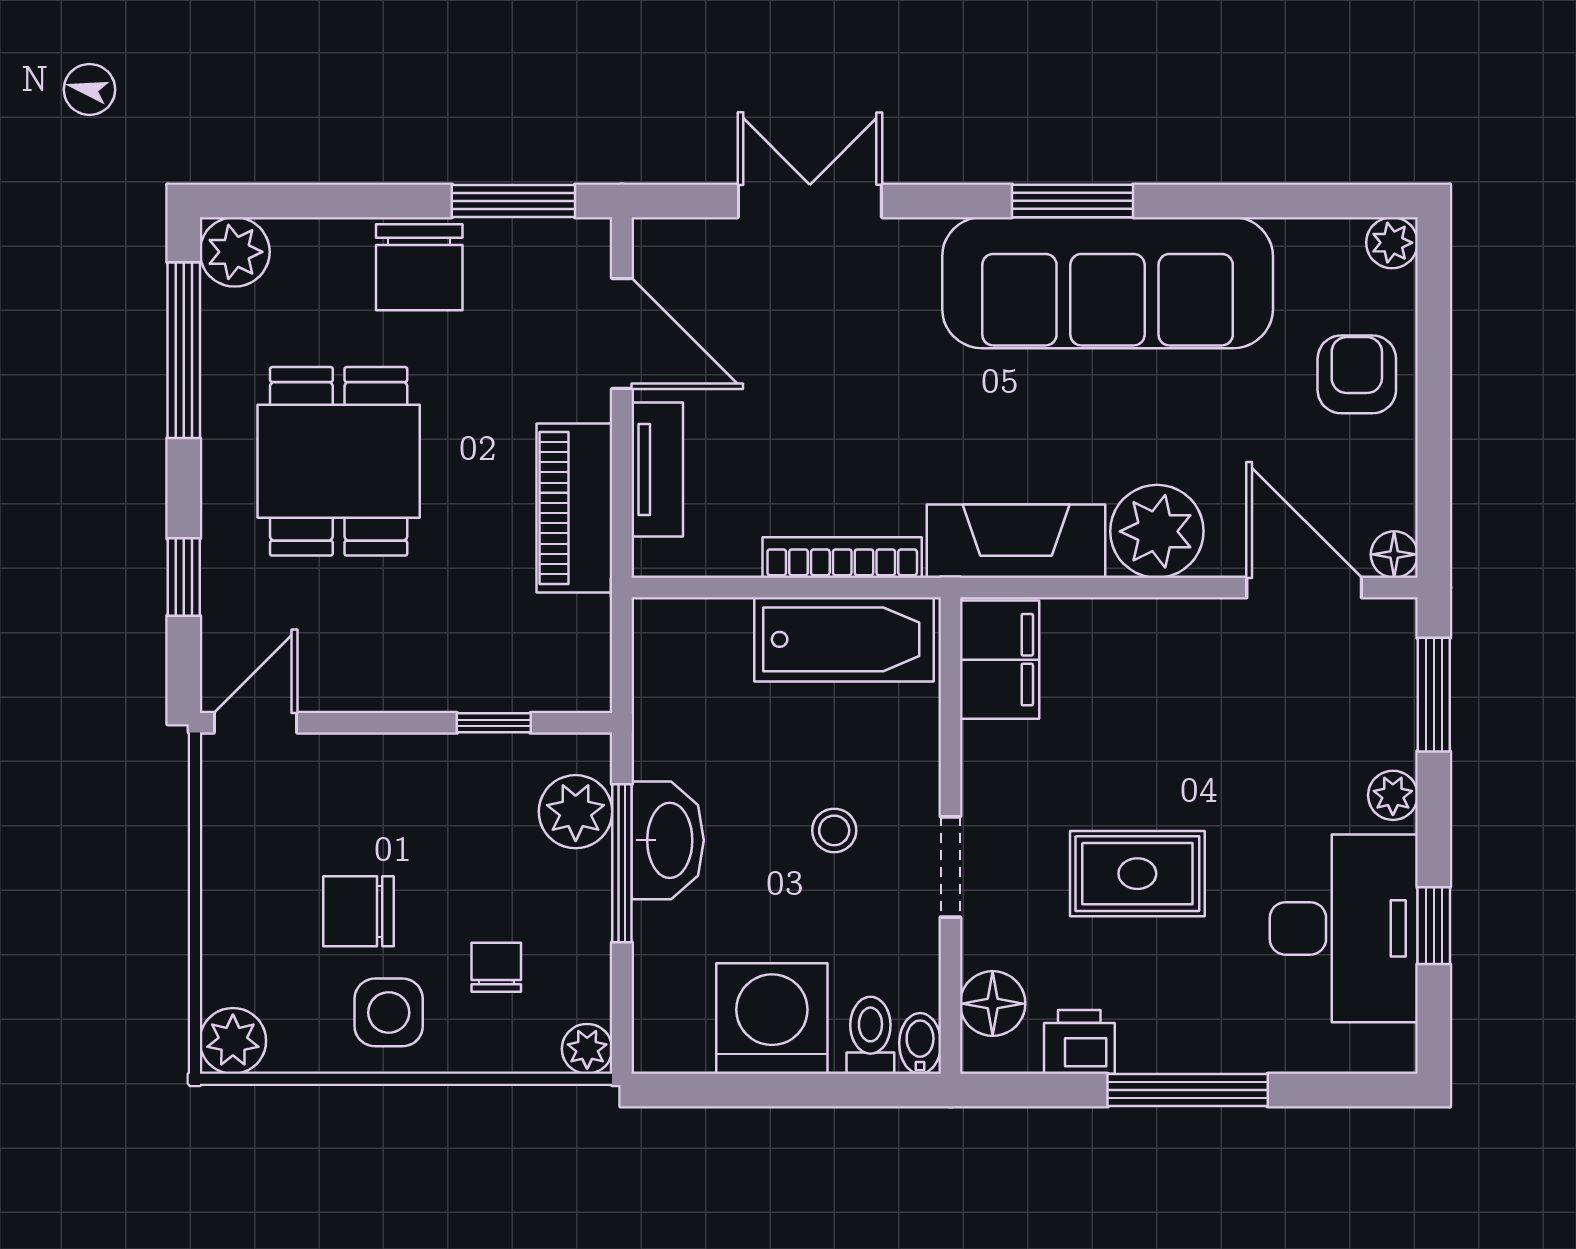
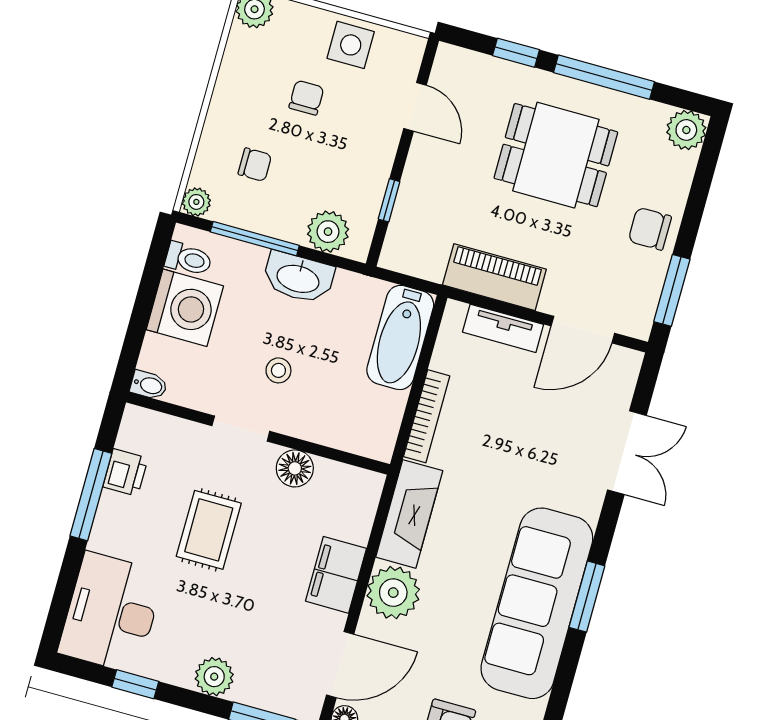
chair: (419, 267) -> (650, 229), width x0.73, depth x0.73
window: (184, 350) -> (604, 77), moved
bathtub: (844, 639) -> (400, 337), moved
filing cabinet: (1000, 660) -> (336, 575), moved, turned 90
door: (255, 723) -> (415, 107), moved
plant: (1393, 795) -> (214, 677), width x1.38, depth x1.38
window: (622, 863) -> (255, 239), moved
chair: (359, 911) -> (306, 98), width x0.73, depth x0.73
desk: (1344, 928) -> (111, 613), moved, turned 90
floor lamp: (993, 1004) -> (295, 468), moved
side table: (389, 1012) -> (351, 45), moved
toilet: (870, 1035) -> (189, 259), moved
window: (1188, 1090) -> (91, 495), moved

